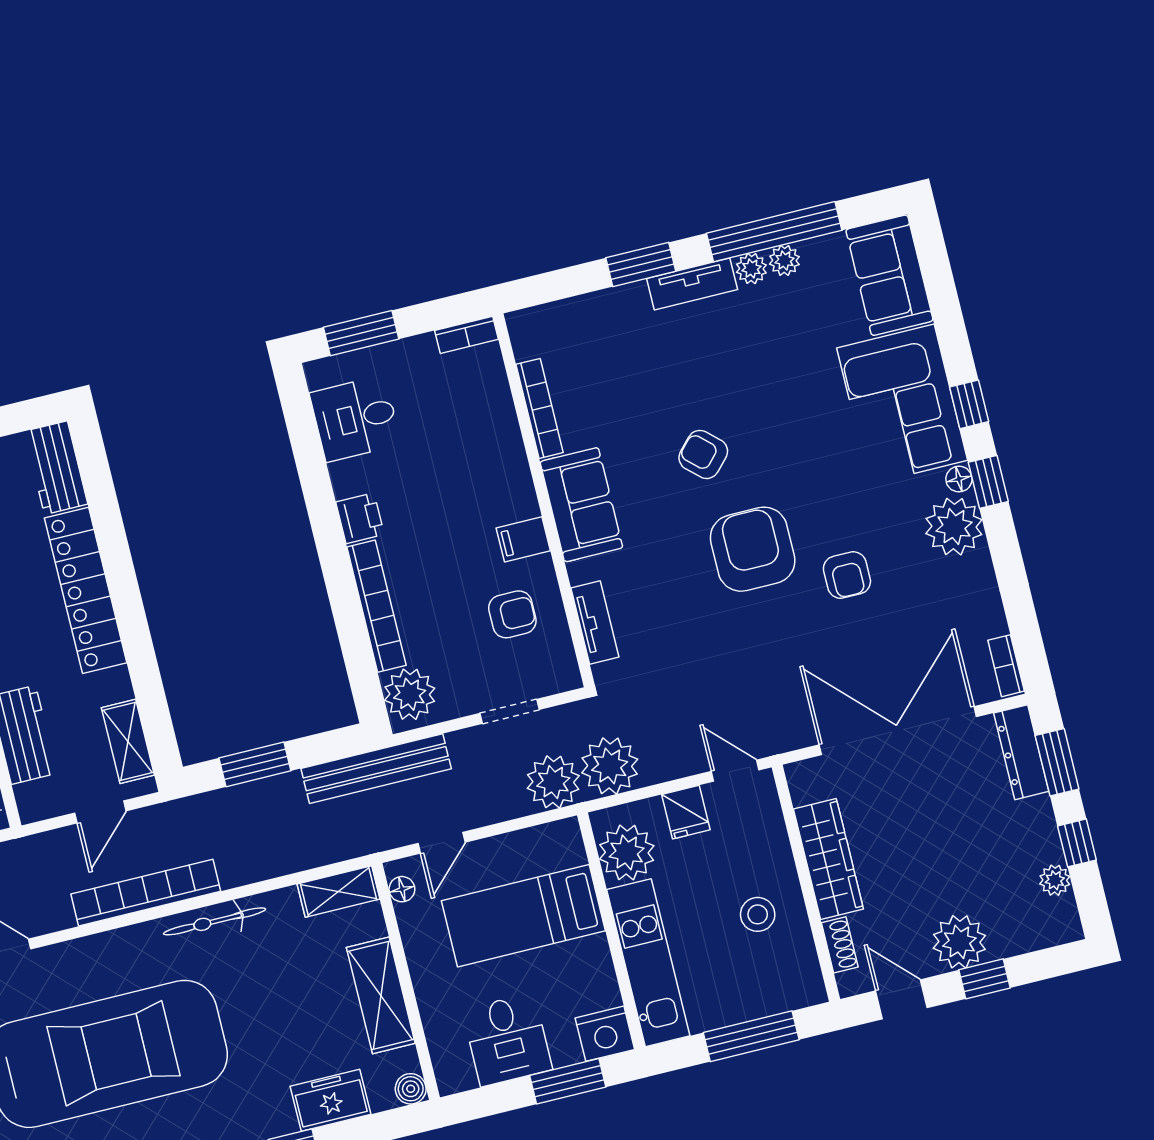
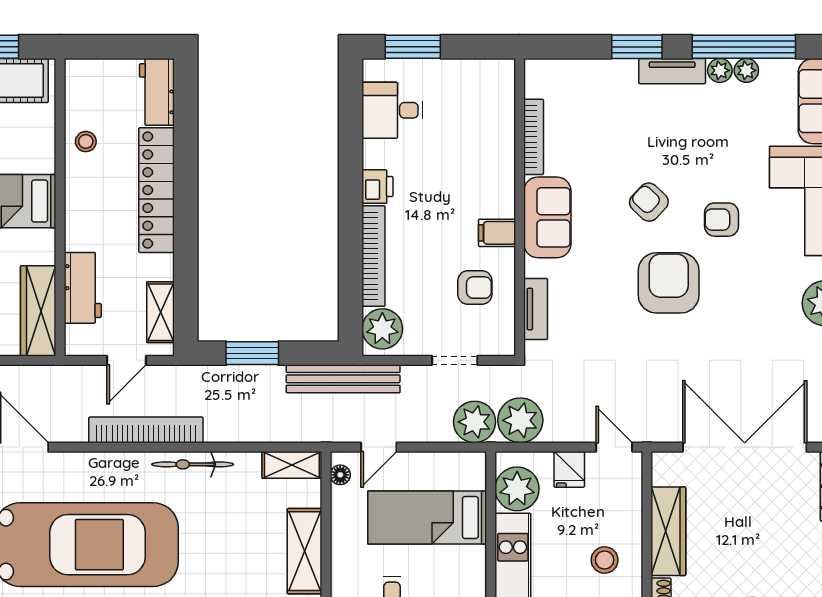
bookcase: (467, 335) -> (492, 68), removed
armchair: (847, 575) -> (721, 220), moved, turned 90

